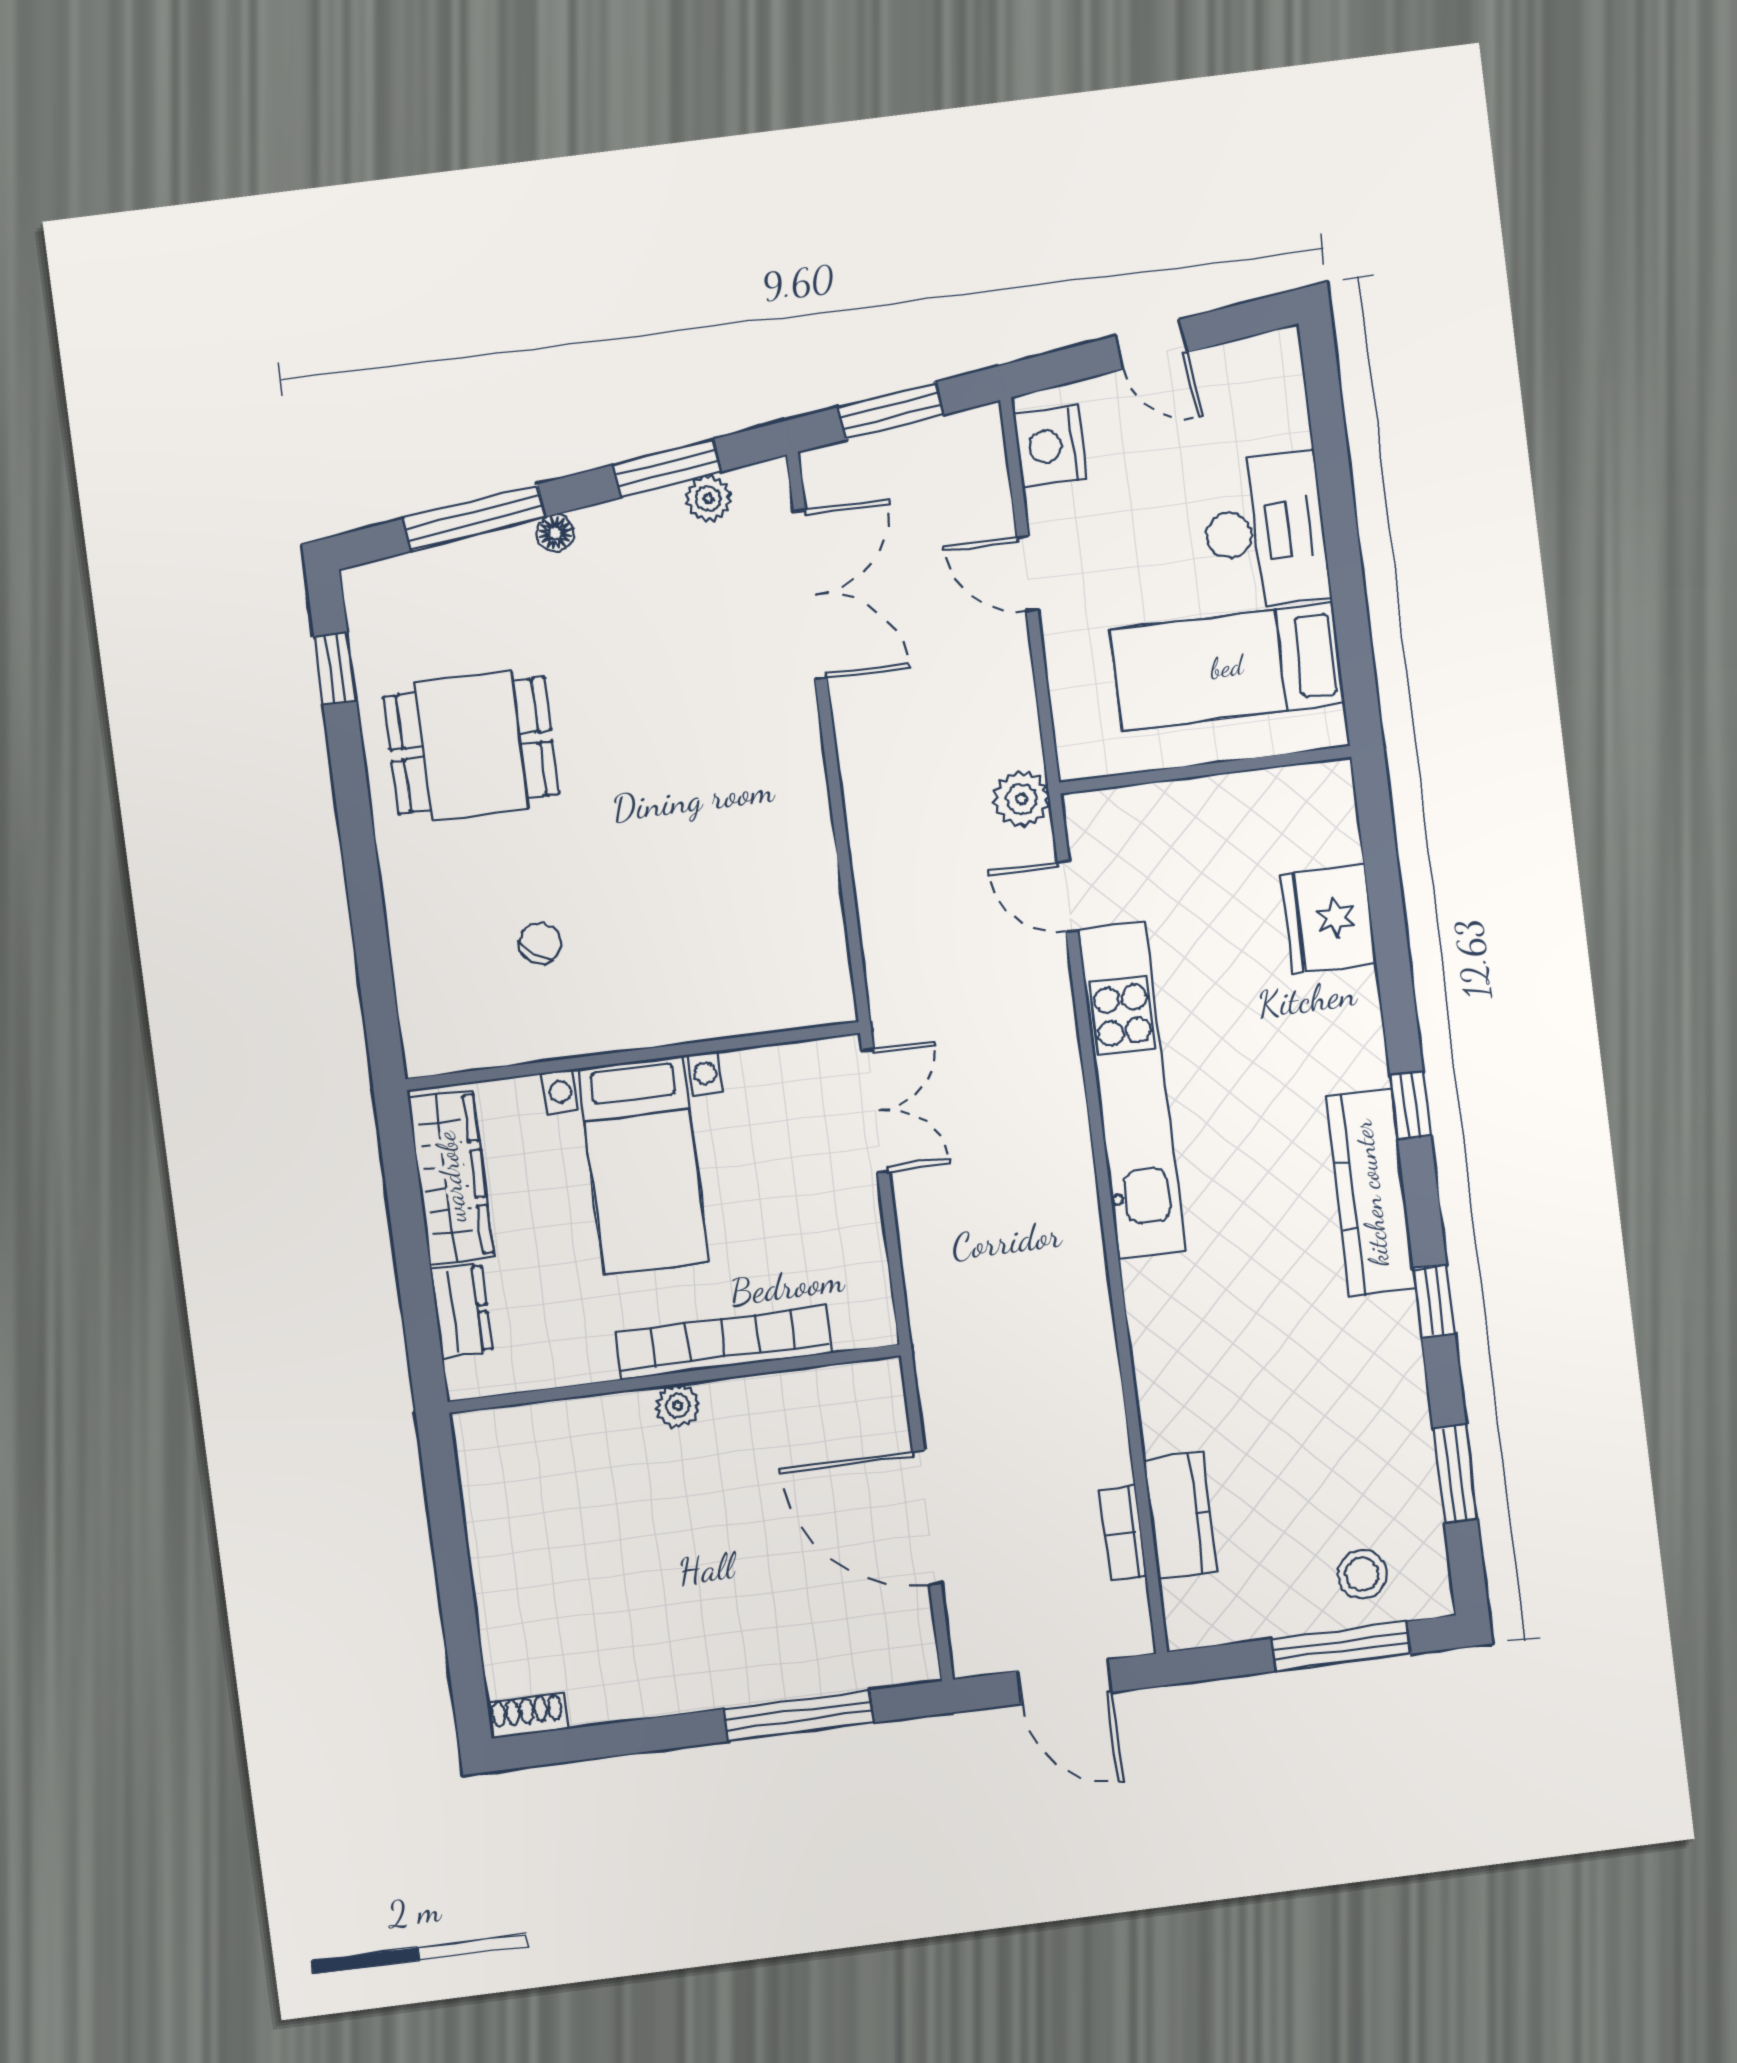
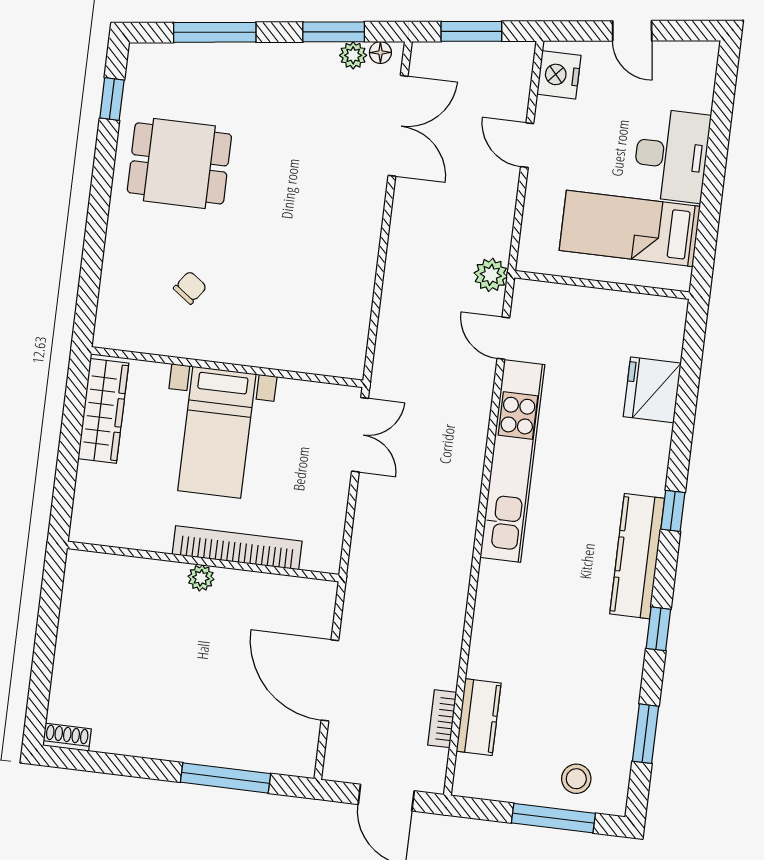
floor lamp: (555, 533) -> (380, 53), moved
dresser: (461, 1311) -> (89, 490), removed

